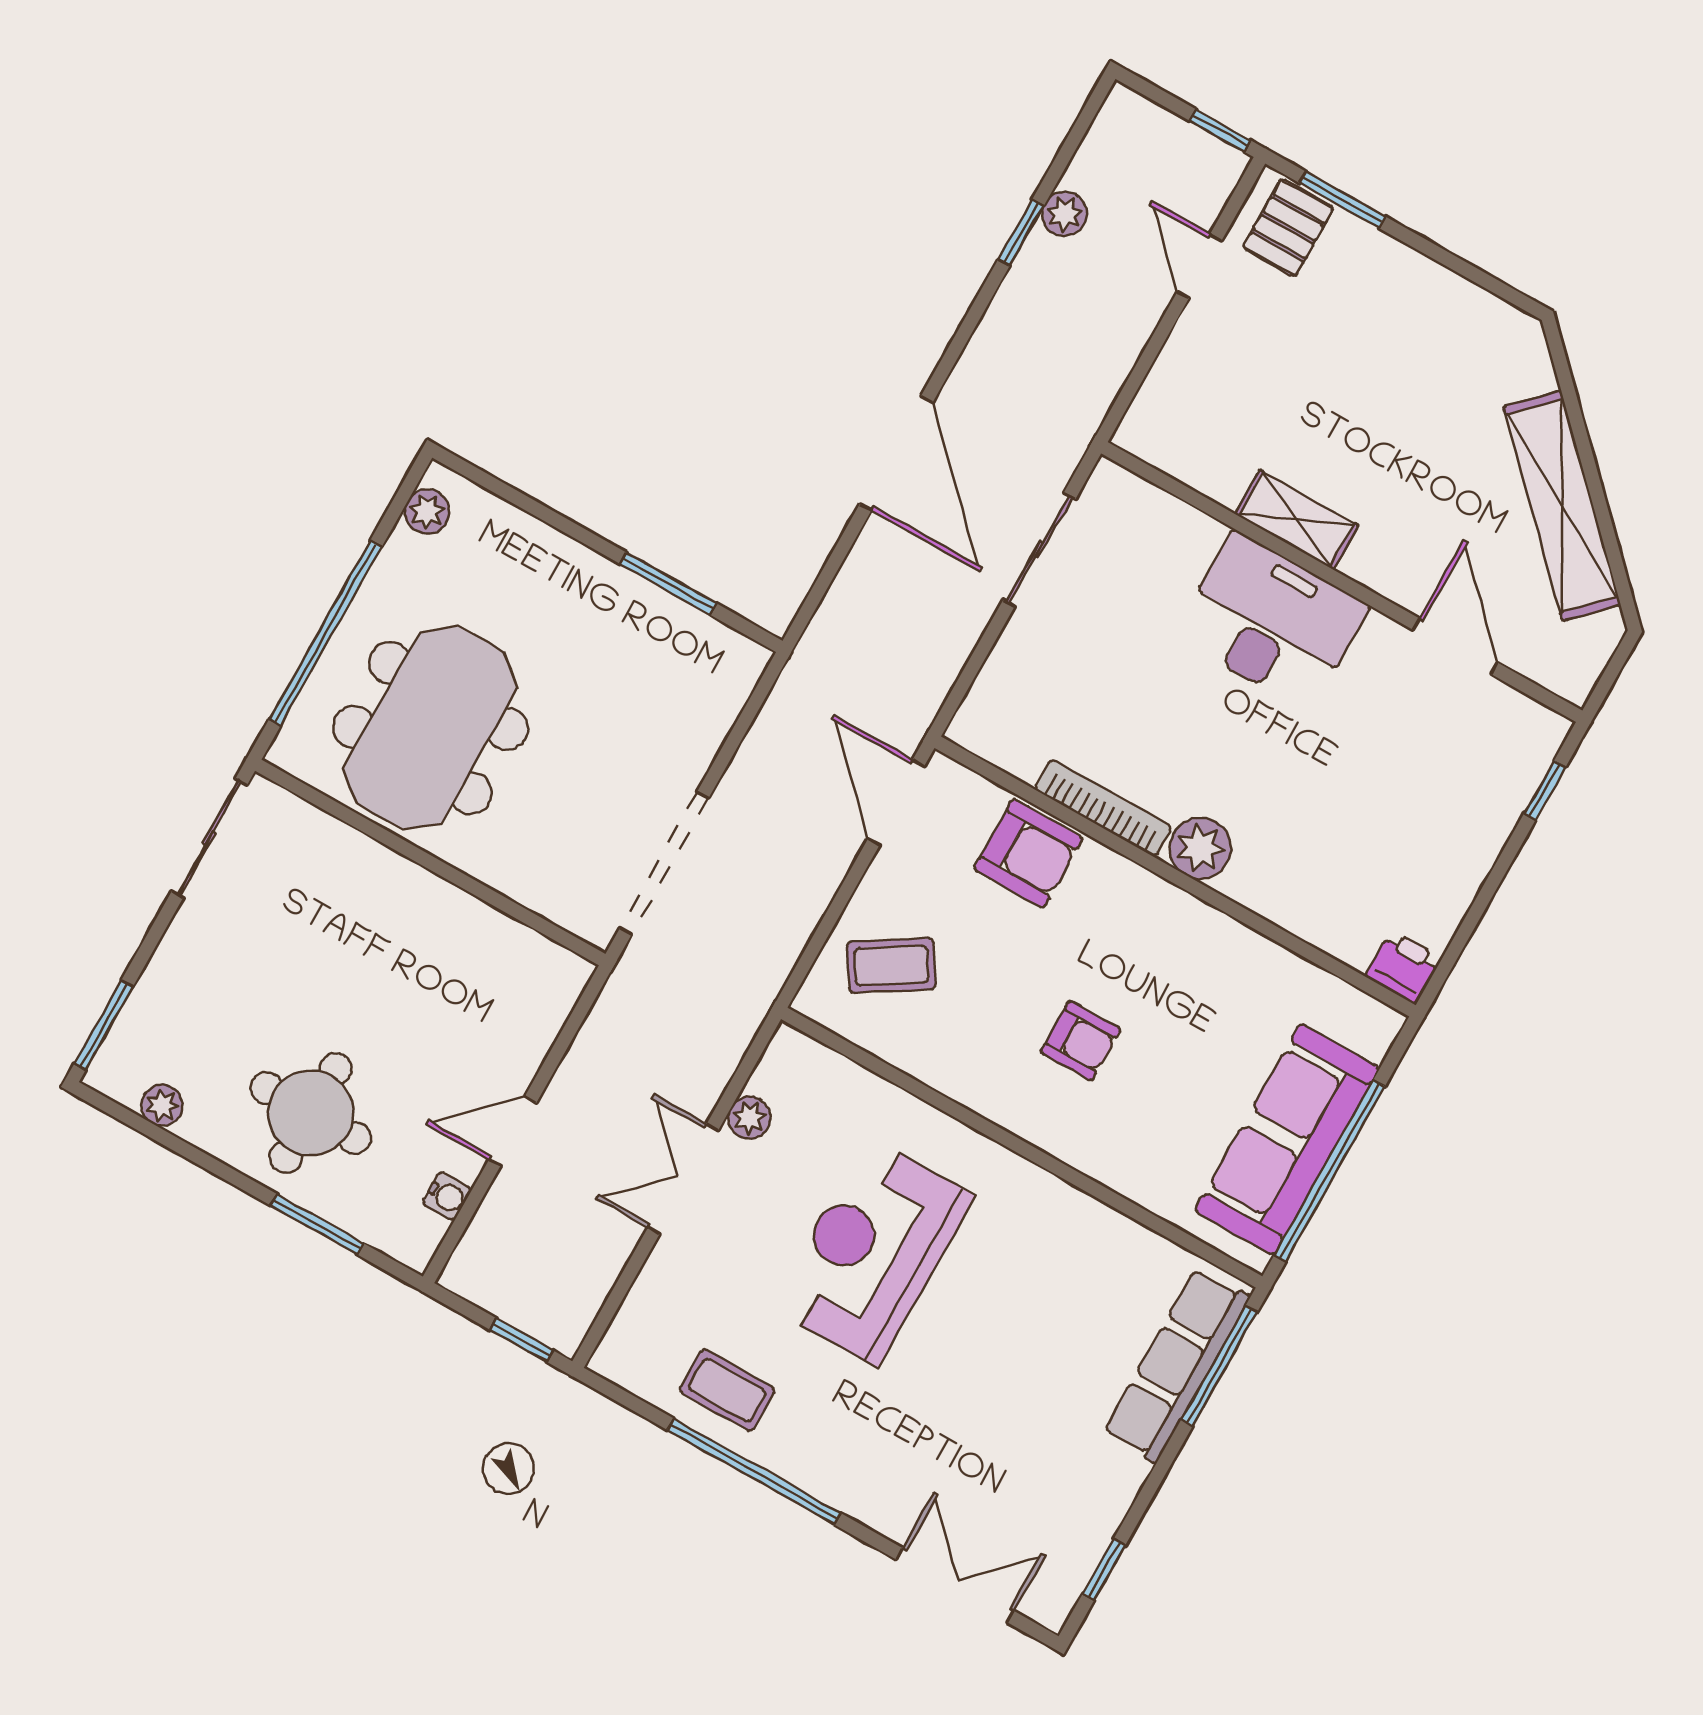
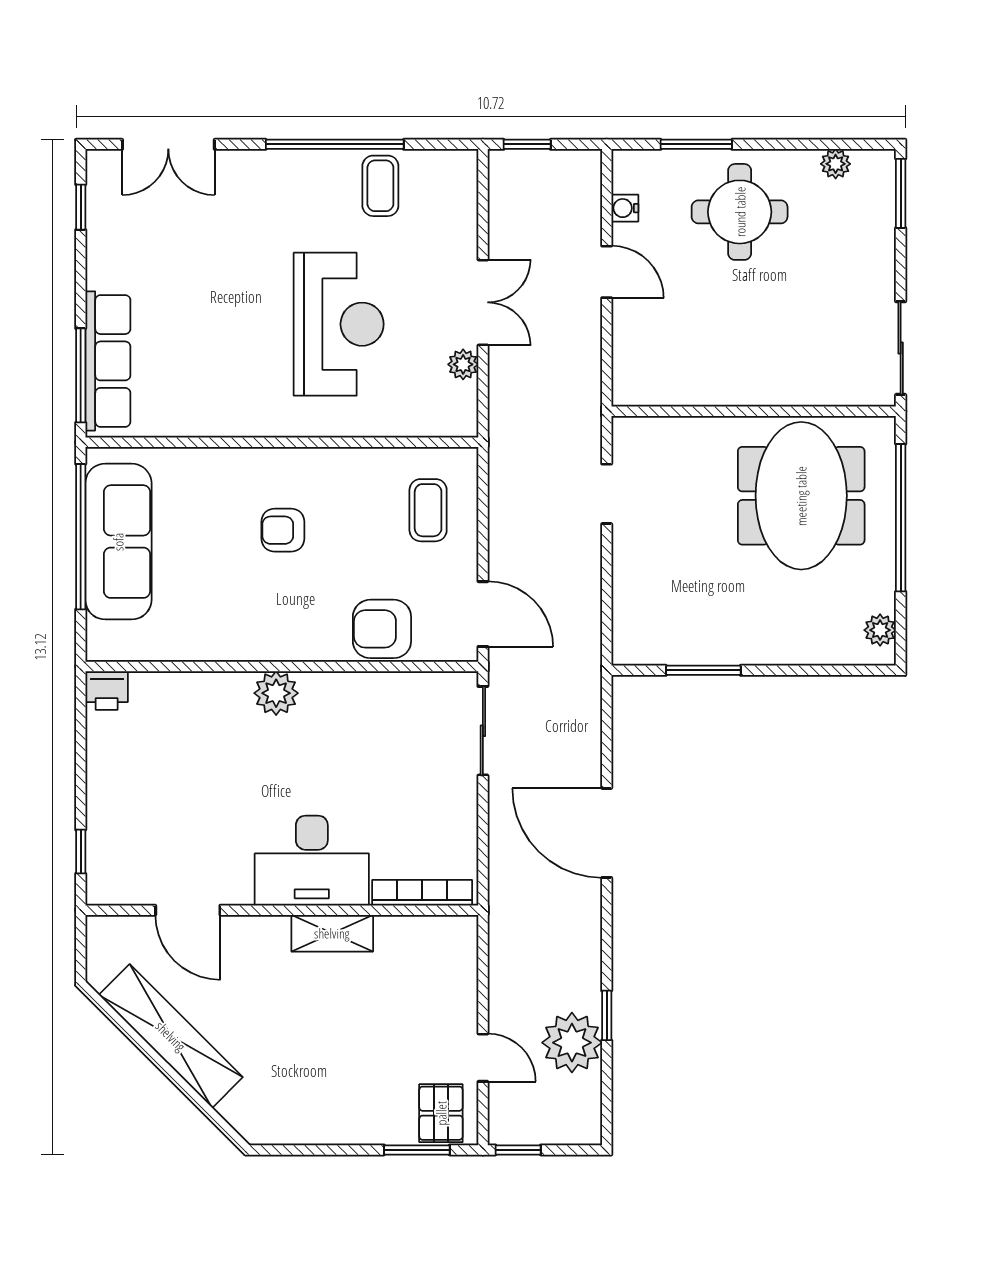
plant: (1065, 214) -> (572, 1043), width x1.88, depth x1.88
sliding door: (1039, 550) -> (483, 731), moved
bookcase: (1103, 808) -> (422, 893), moved, turned 180
doorway: (664, 863) -> (607, 494), width x0.53
coffee table: (891, 965) -> (428, 510), turned -58
door: (513, 1131) -> (607, 272), hinge flipped
coffee table: (727, 1390) -> (380, 186), turned 90

